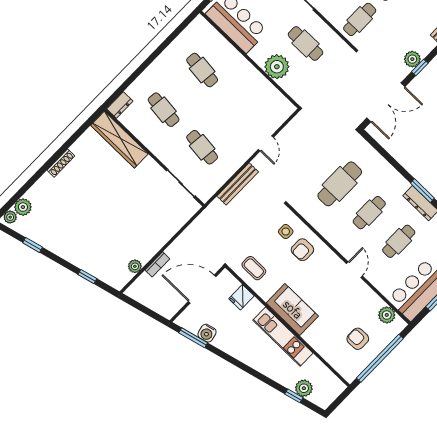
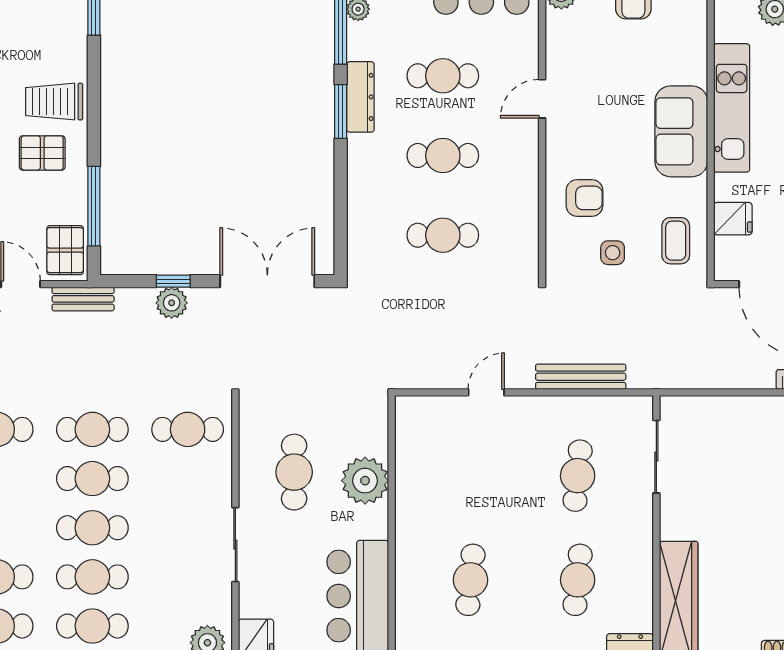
cafe table: (340, 184) -> (443, 235), width x0.73, depth x0.74
side table: (286, 232) -> (613, 253), moved

